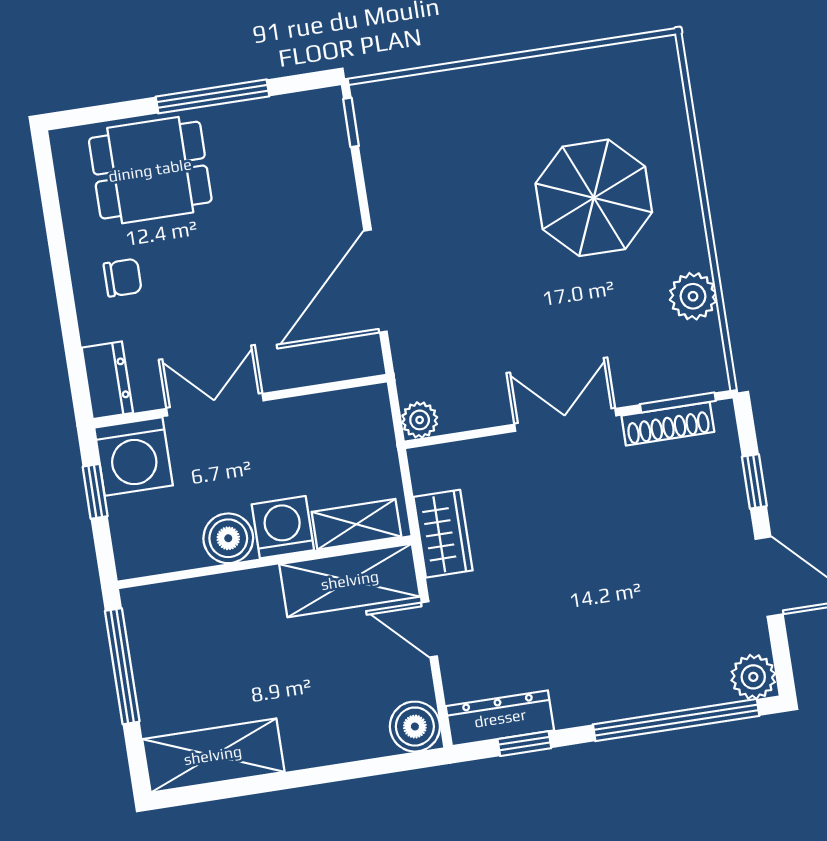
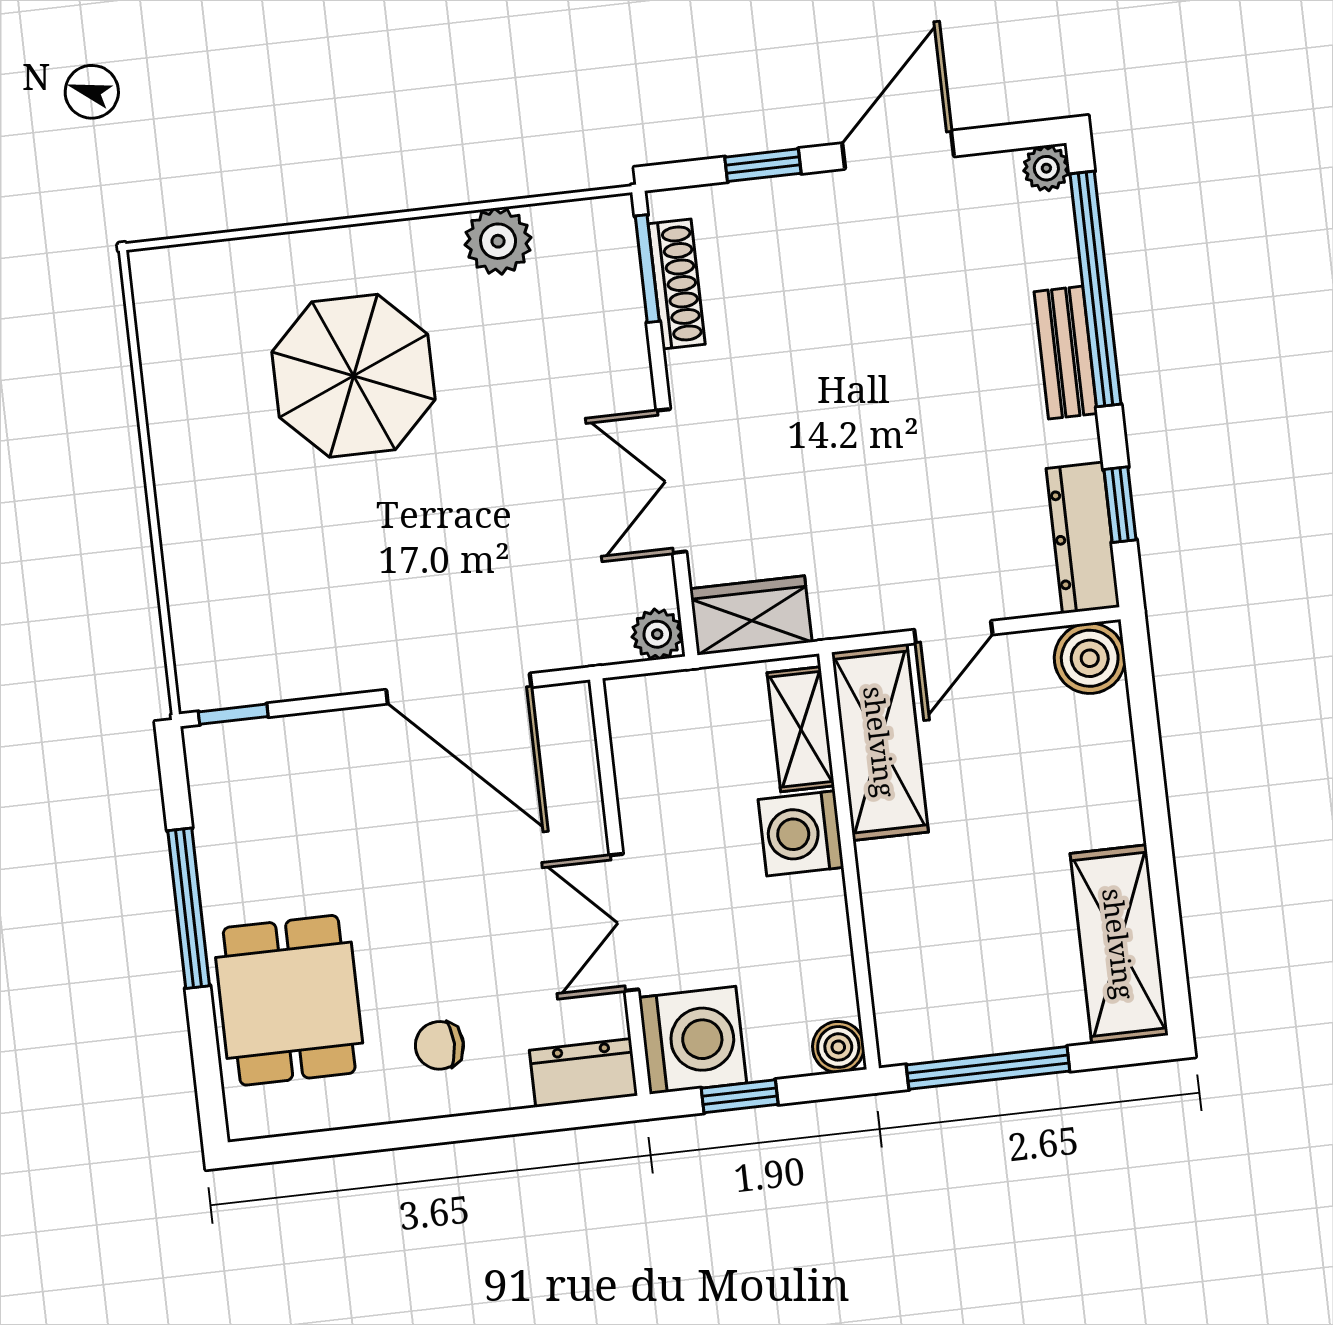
chair: (123, 278) -> (439, 1045), turned -90
double door: (565, 420) -> (671, 481), moved
wardrobe: (443, 534) -> (751, 615), moved
boiler: (228, 538) -> (838, 1047), moved, width x0.73, depth x0.73
plant: (753, 677) -> (1046, 168), width x0.73, depth x0.73
bench: (630, 701) -> (1066, 353), added

